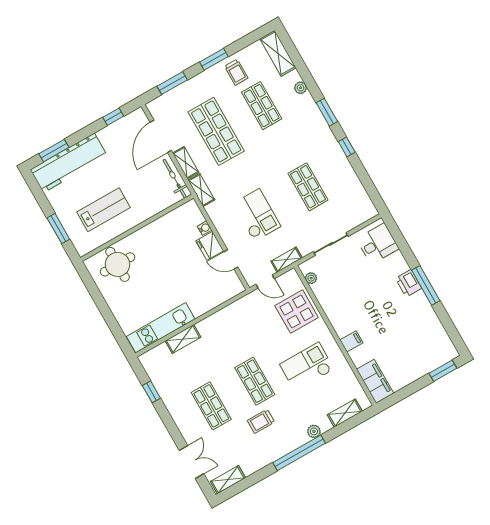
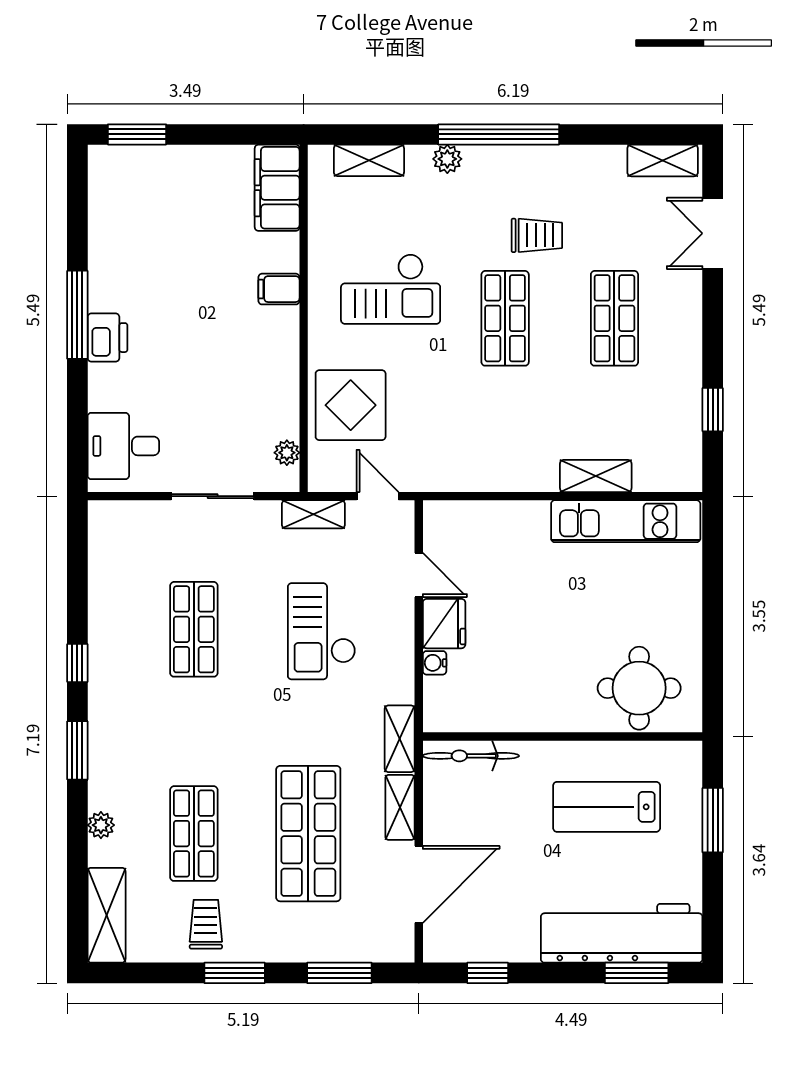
bicycle: (175, 179) -> (471, 756), moved, turned 90

